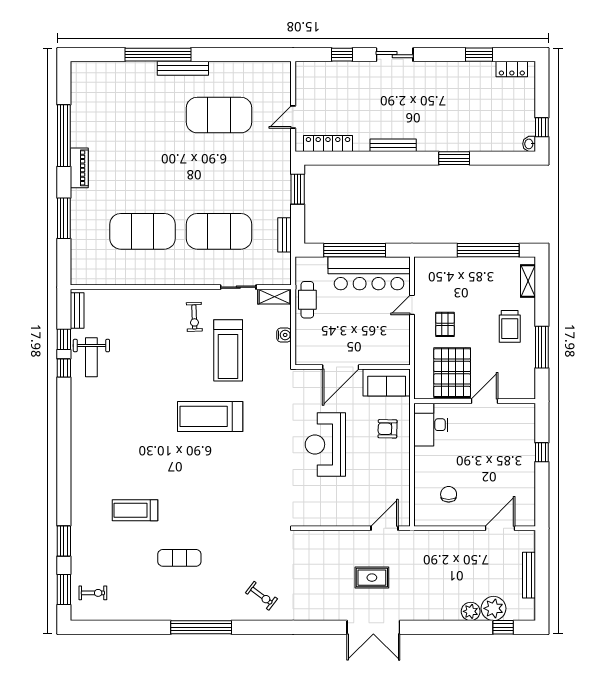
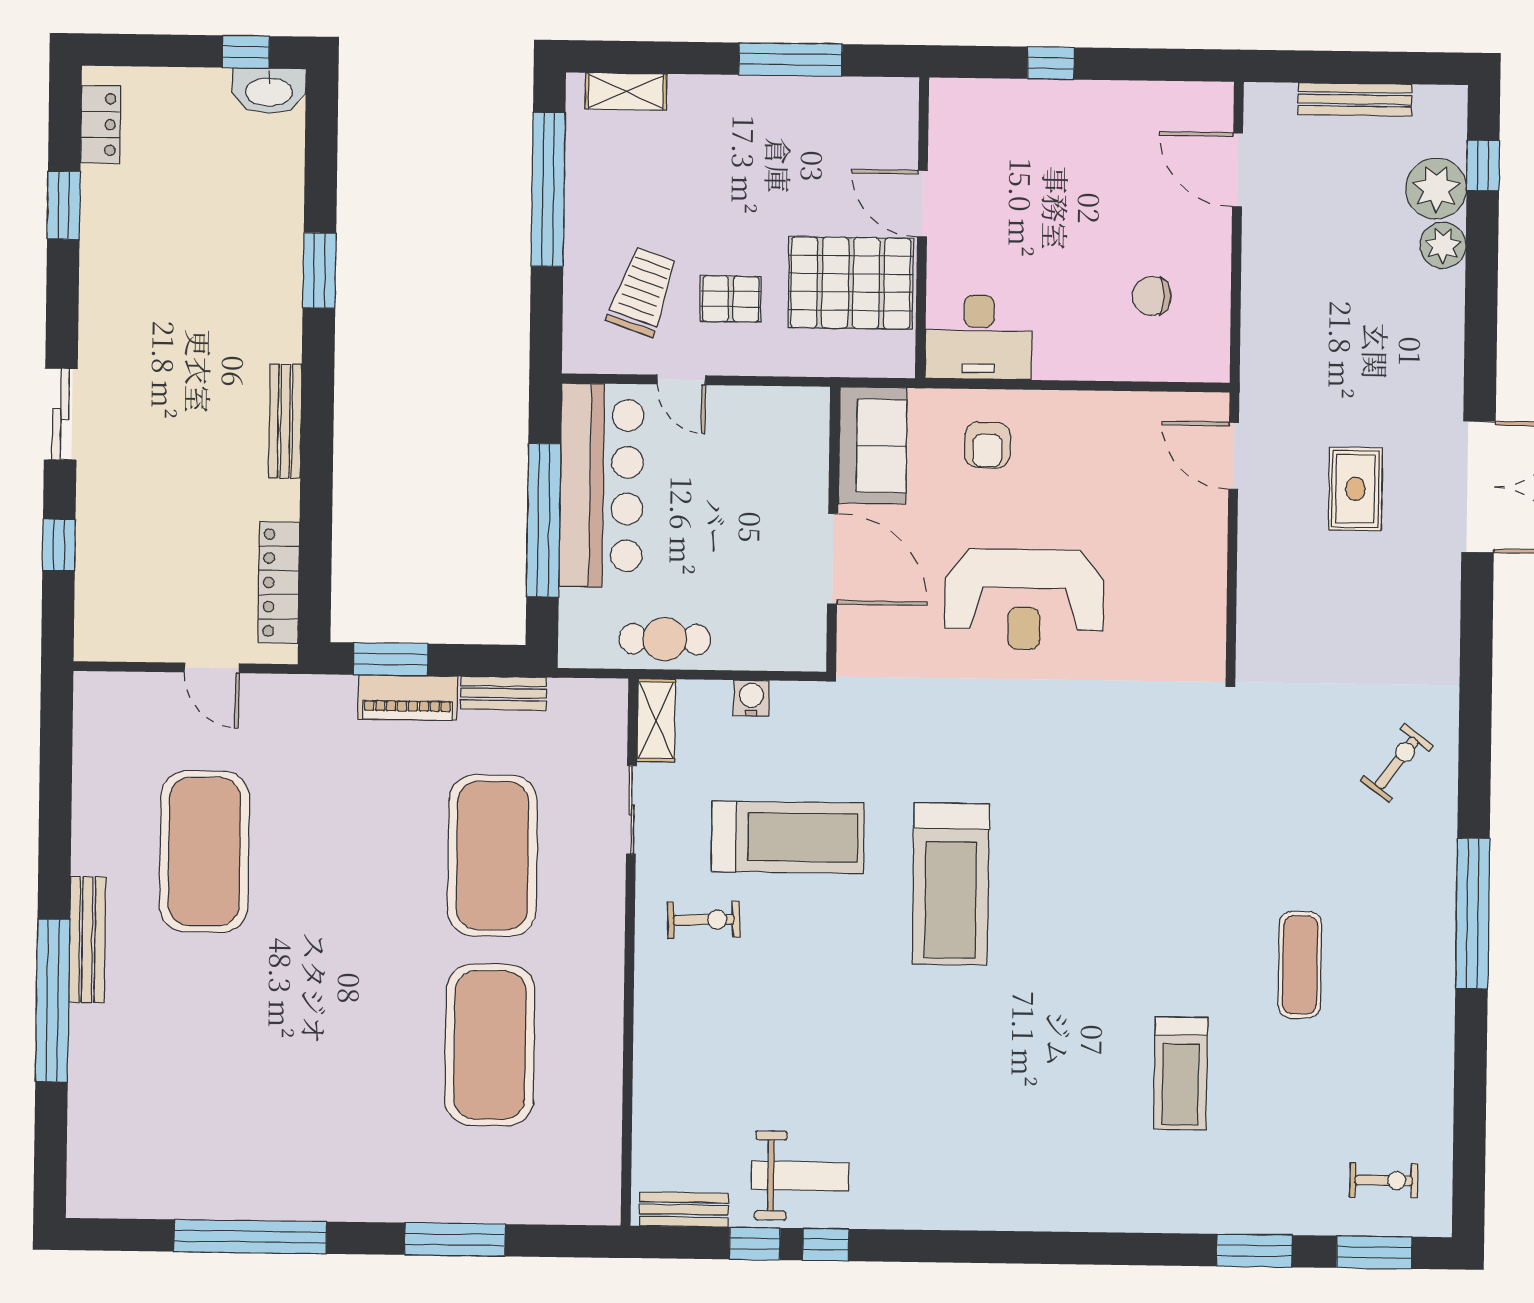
washbasin: (529, 144) -> (269, 91), width x1.91, depth x1.45
piano: (79, 168) -> (408, 698), moved, turned 180
trolley: (510, 326) -> (642, 291), moved, turned -71
exercise bike: (93, 593) -> (1384, 1180), turned 90

